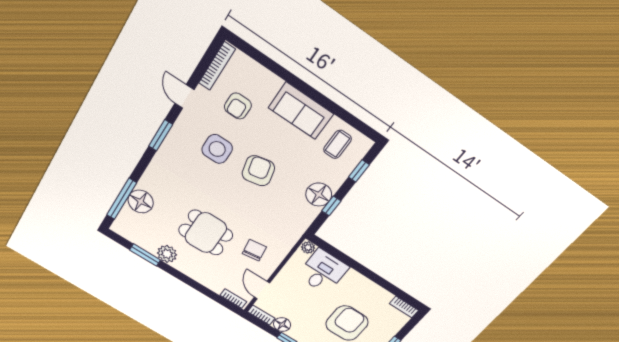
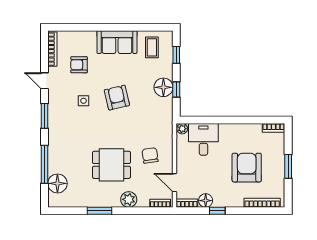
armchair: (238, 106) -> (79, 65), turned 90
side table: (217, 149) -> (83, 101), width x0.54, depth x0.54
window: (122, 199) -> (44, 164), moved
floor lamp: (141, 202) -> (57, 183), moved
plant: (167, 254) -> (129, 199), moved
window: (145, 255) -> (99, 211), moved

